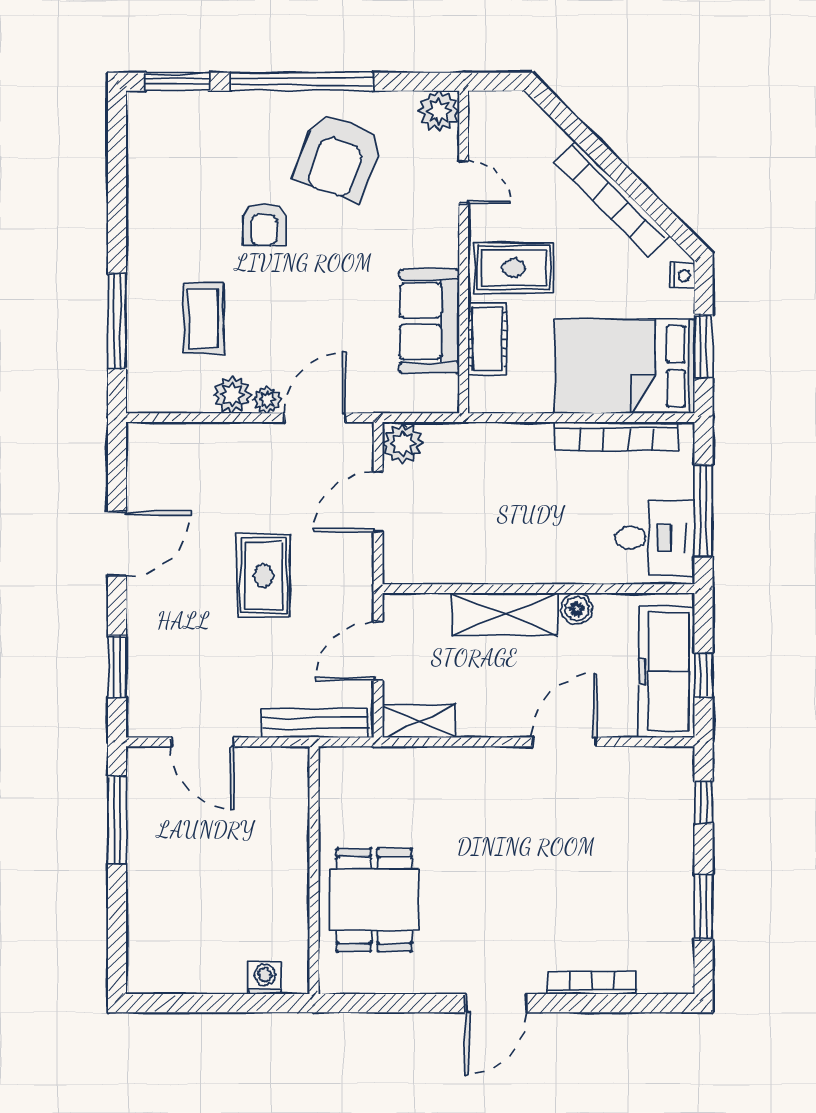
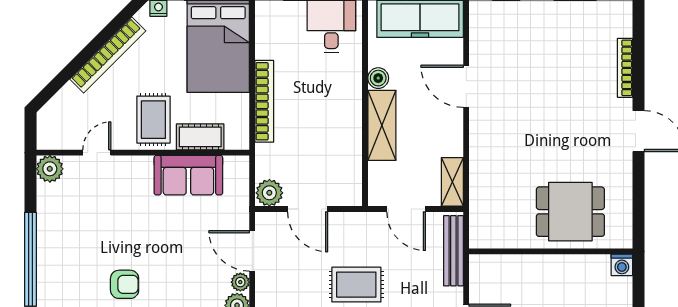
armchair: (339, 157) -> (80, 235), removed
bookcase: (616, 436) -> (264, 101), moved
washing machine: (265, 978) -> (622, 265), moved, turned -90

